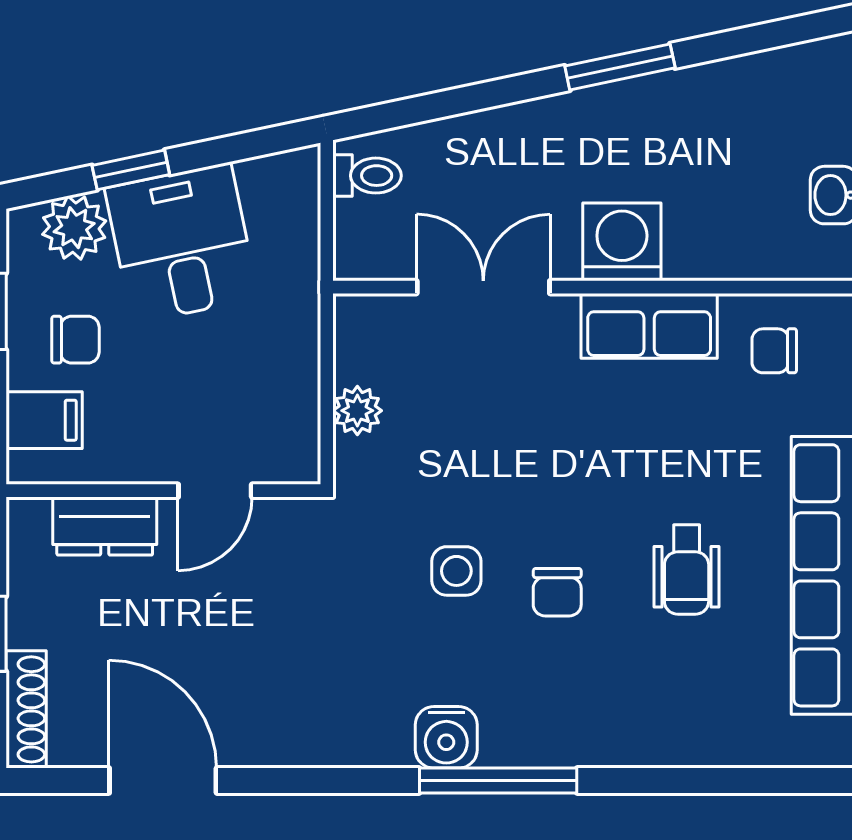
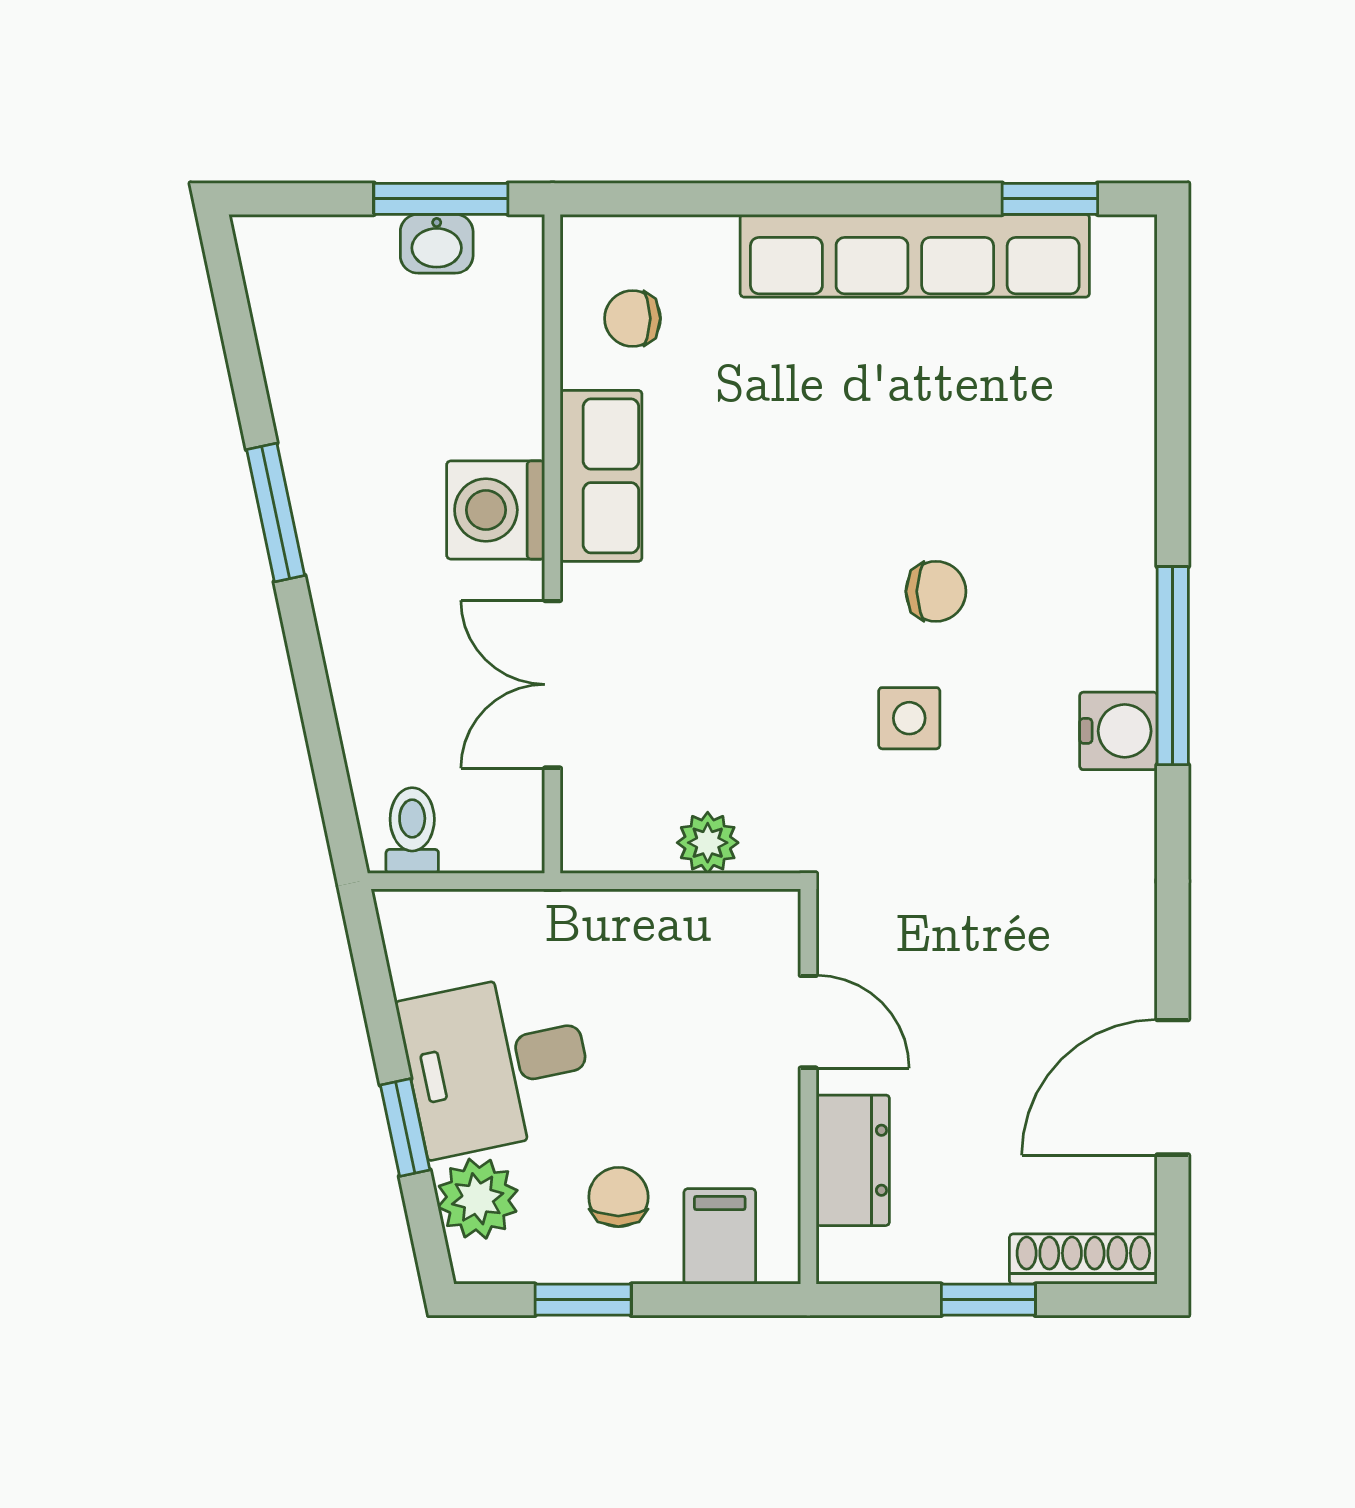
chair: (774, 351) -> (633, 318), turned 90
wheelchair: (687, 570) -> (908, 429), removed

